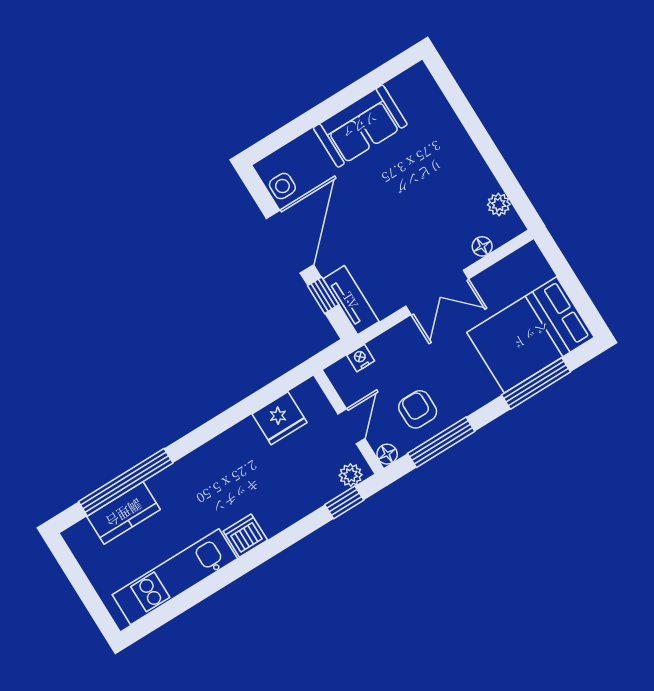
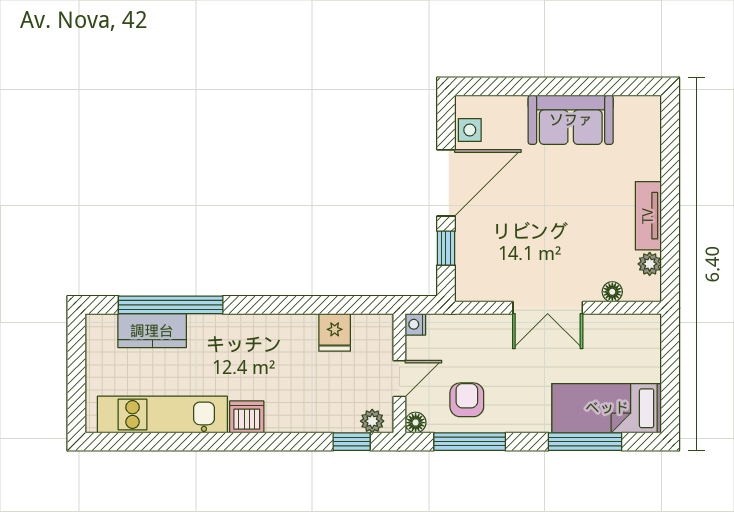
tv unit: (351, 300) -> (648, 216), moved, turned 180
bed: (531, 335) -> (607, 408), width x0.67
nightstand: (361, 358) -> (415, 324), moved, turned -90
fridge: (280, 418) -> (335, 332), width x0.72

